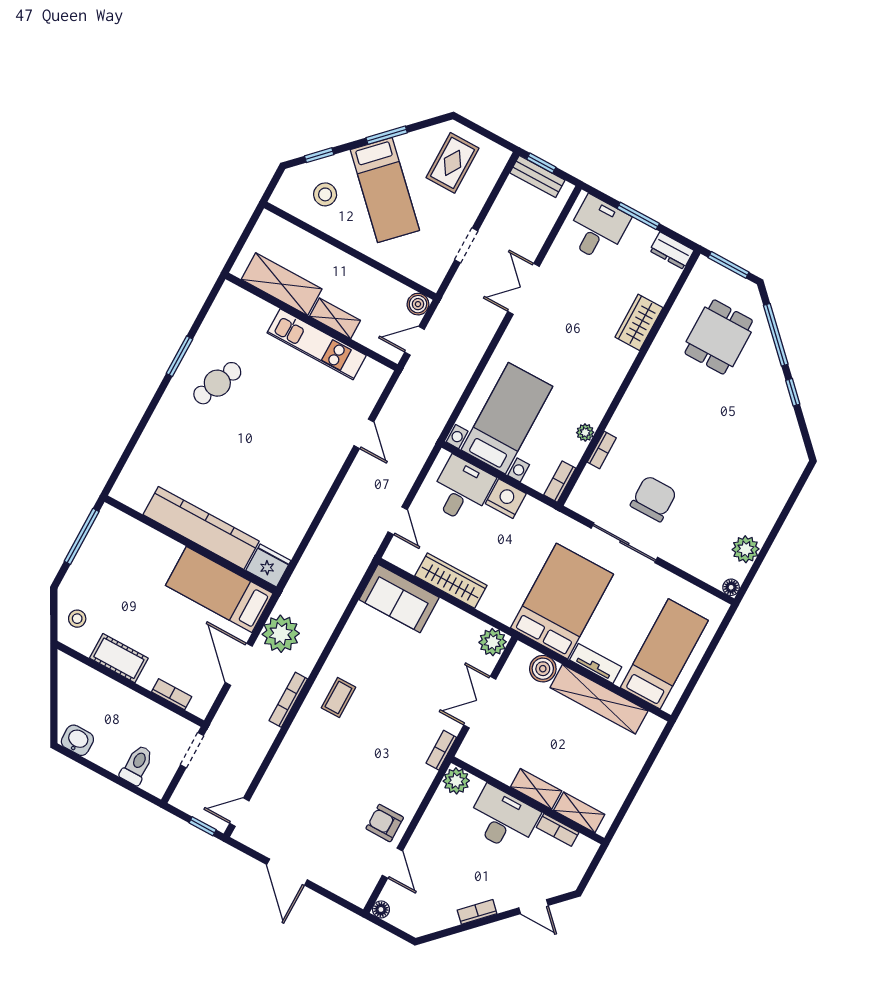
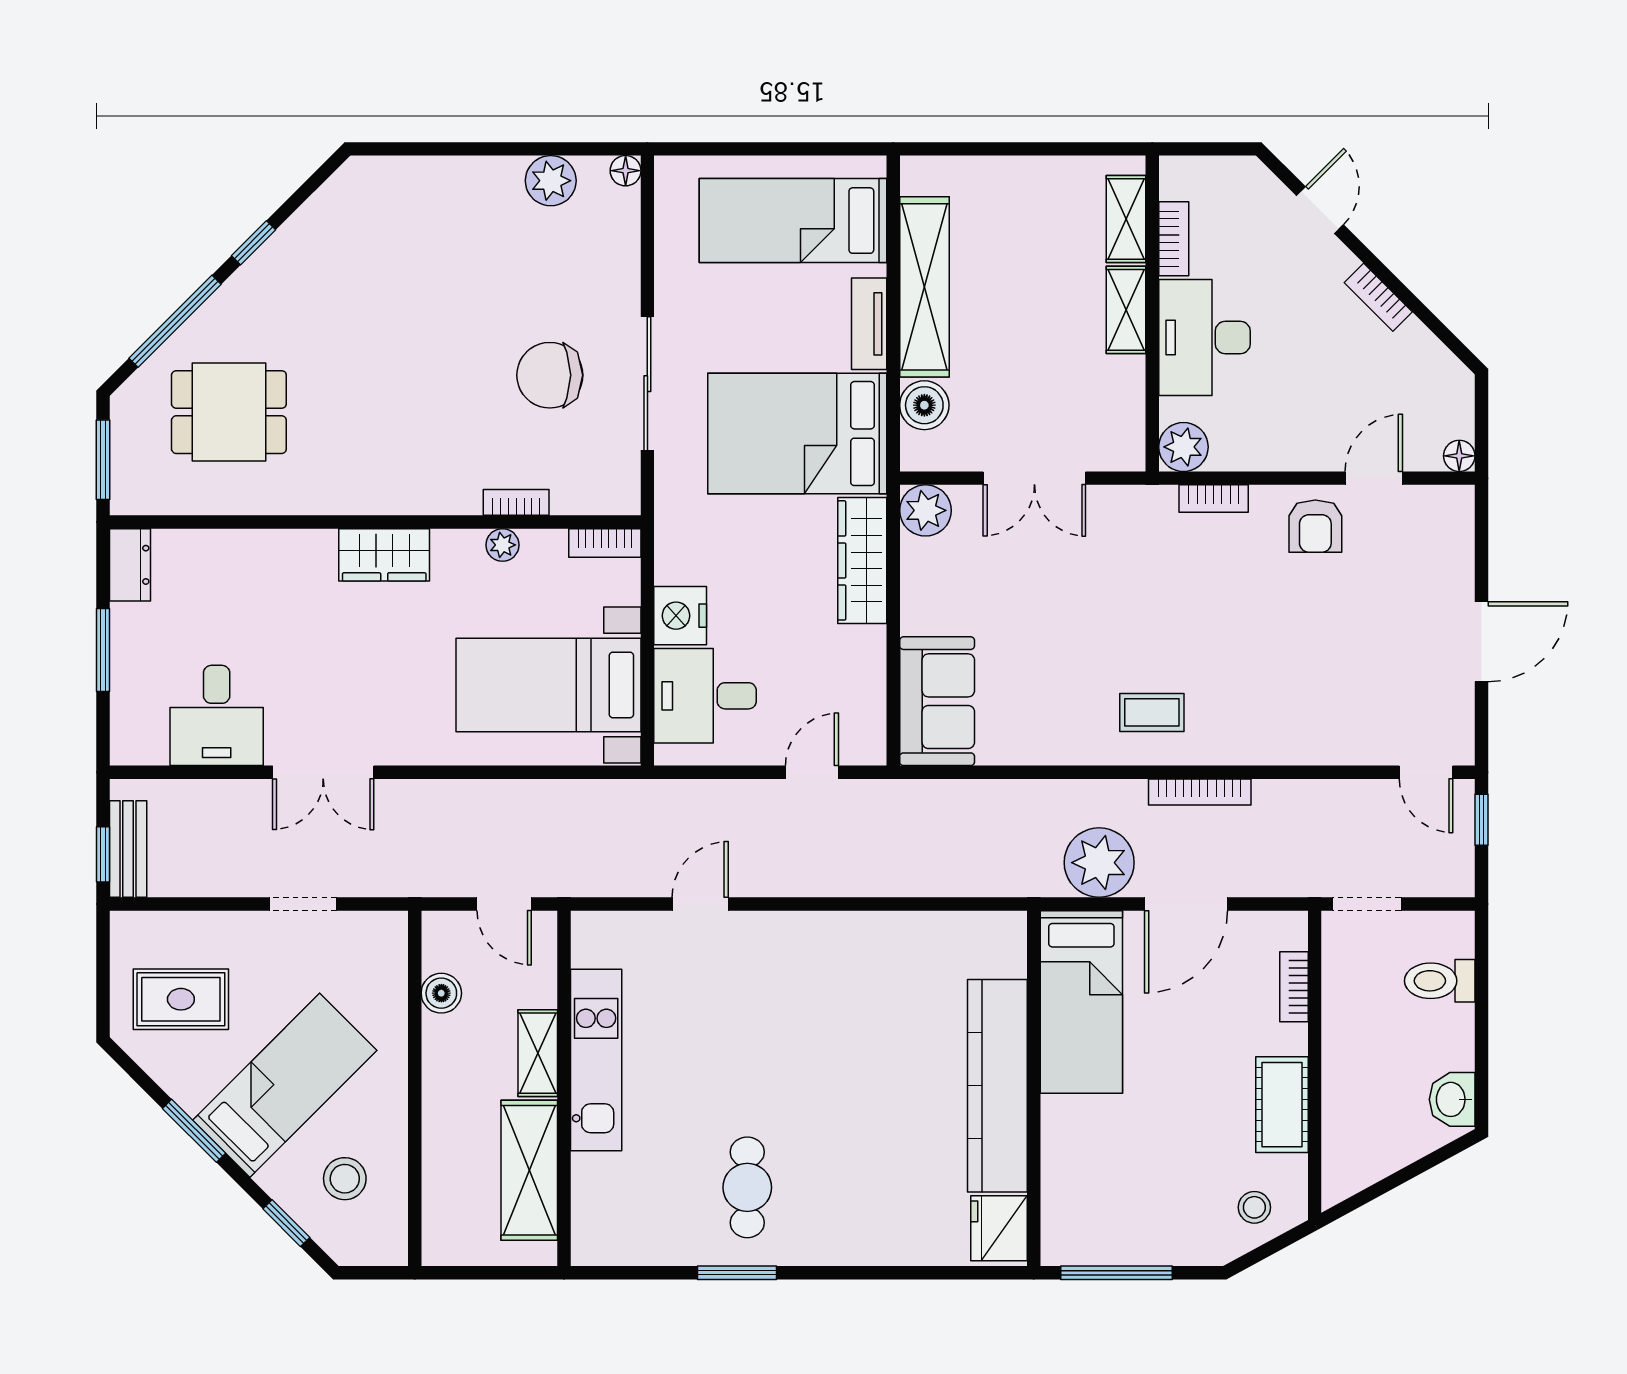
desk: (597, 229) -> (217, 715), moved, turned -90
boiler: (418, 304) -> (441, 993), moved
wardrobe: (639, 322) -> (384, 555), moved
cafe table: (217, 383) -> (747, 1187), turned 67
fridge: (268, 566) -> (999, 1228), moved
wardrobe: (451, 581) -> (862, 560), moved
bookcase: (441, 750) -> (1214, 499), moved

